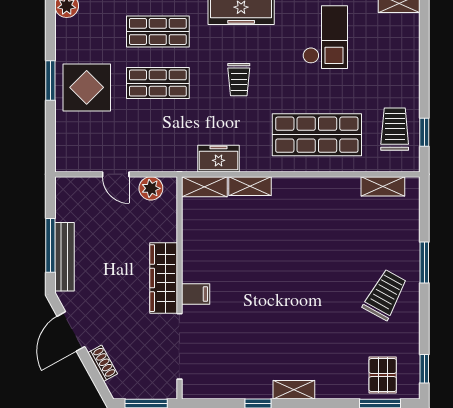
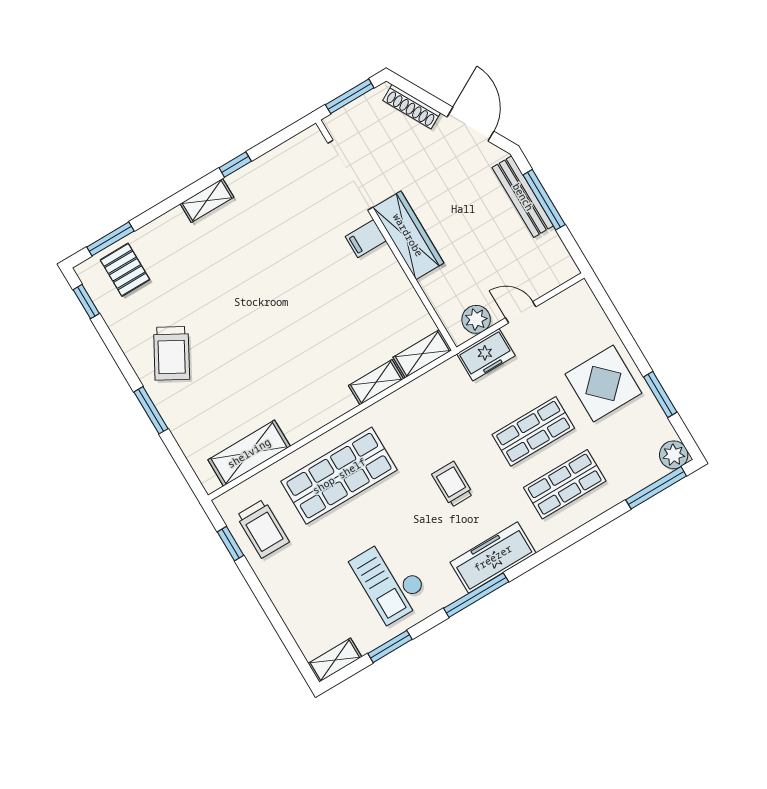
window: (50, 80) -> (660, 395), moved
freezer: (219, 159) -> (486, 355), moved
shelving: (383, 186) -> (249, 453), width x1.50, depth x1.33
shoe rack: (103, 363) -> (412, 107), width x1.43

